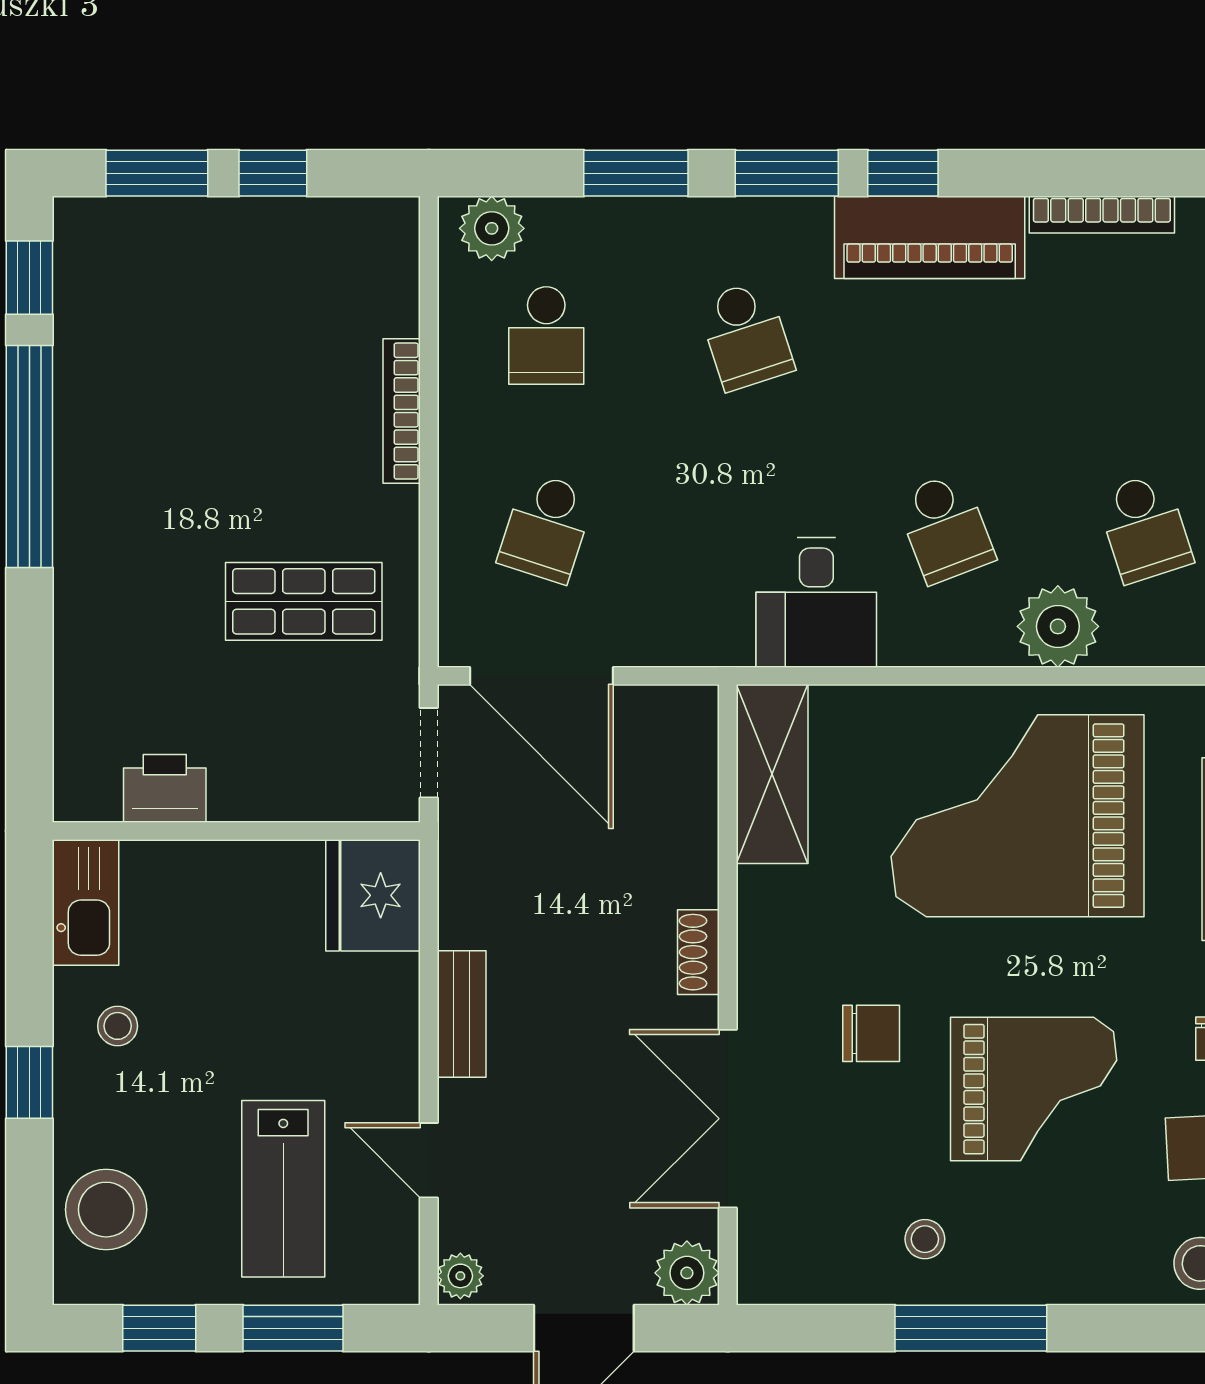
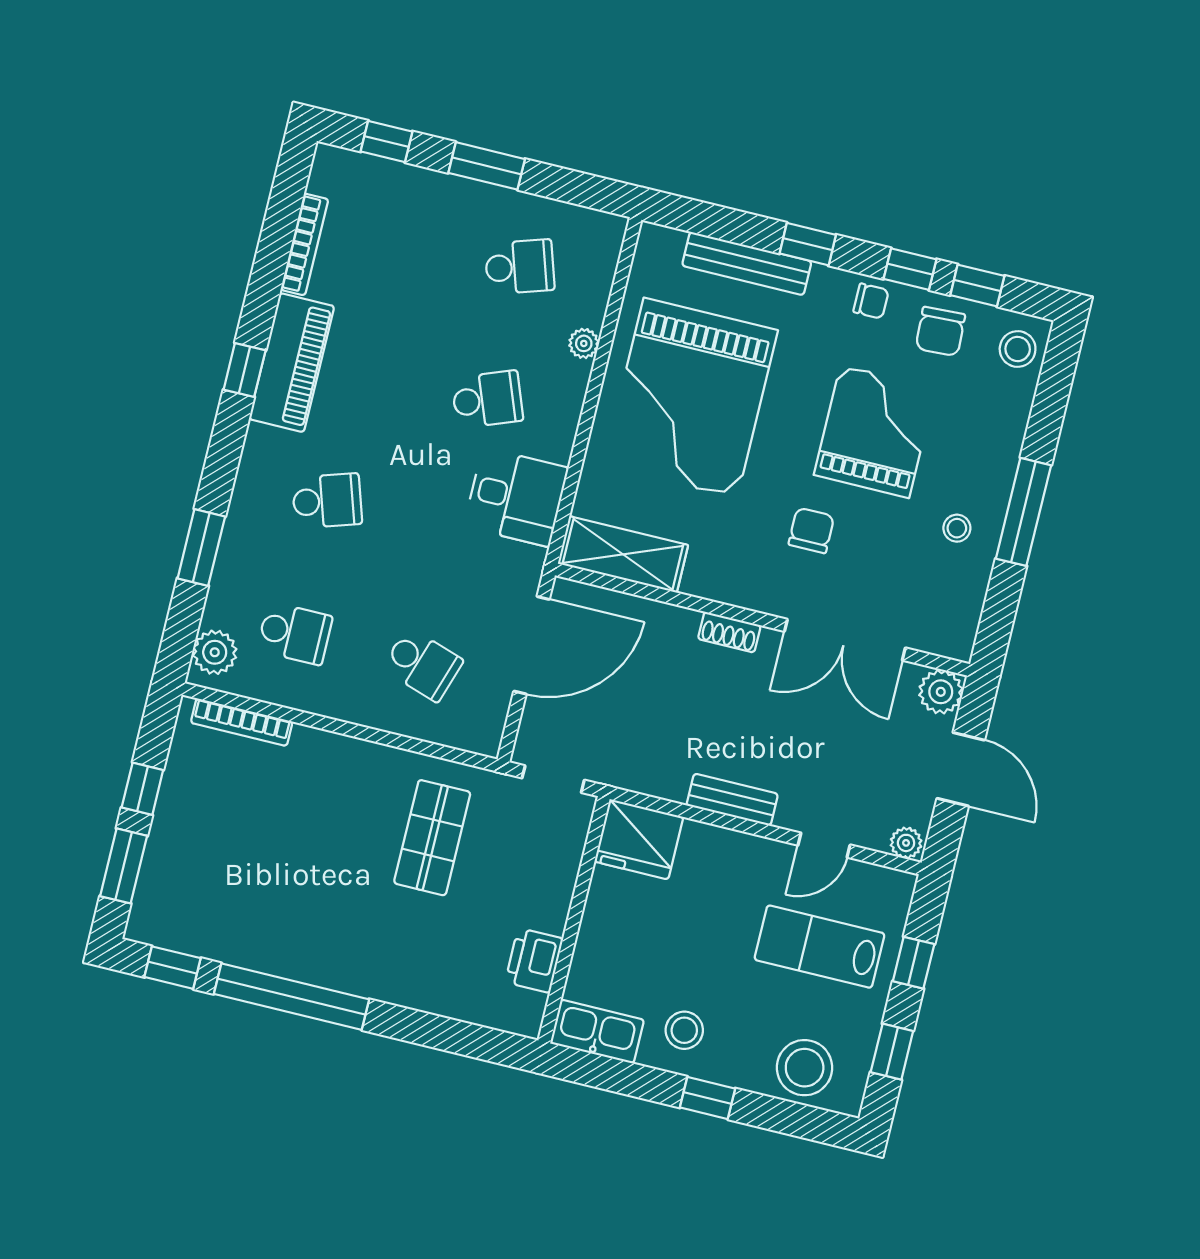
window: (787, 173) -> (226, 447), removed
bookcase: (402, 411) -> (242, 722), moved
plant: (1058, 626) -> (584, 343), width x0.53, depth x0.53
door: (542, 676) -> (532, 645), moved
stool: (118, 1026) -> (684, 1030), width x1.37, depth x1.37
lab bench: (283, 1189) -> (819, 947), turned 180
window: (293, 1328) -> (914, 963), width x0.67

